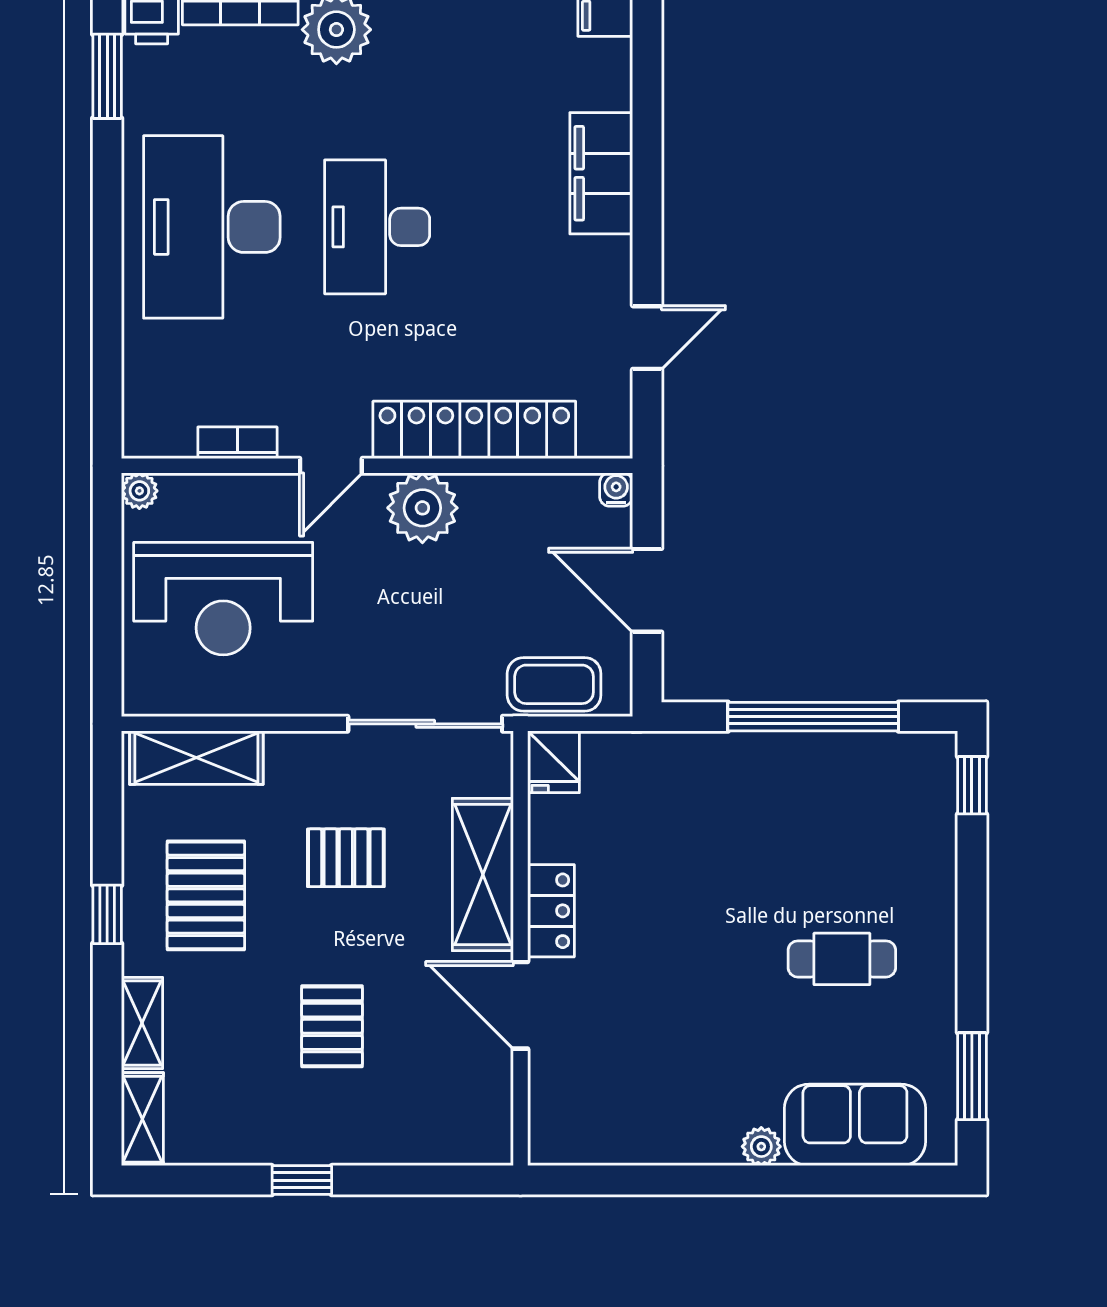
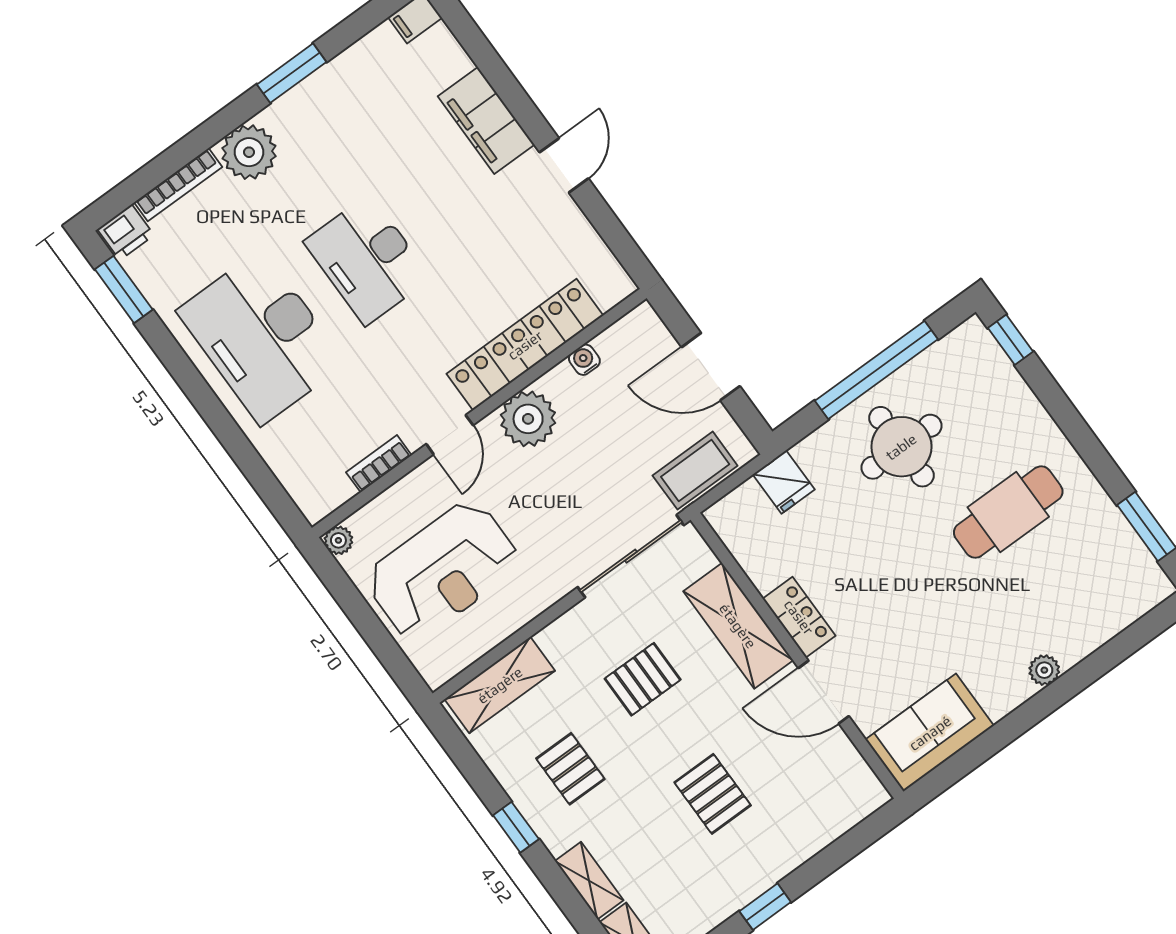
door: (647, 338) -> (564, 165), moved
water cooler: (616, 490) -> (584, 360), moved
fridge: (554, 762) -> (784, 482), moved
round table: (782, 813) -> (901, 447), added
pallet: (206, 895) -> (570, 769), width x0.67, depth x0.71
cafe table: (842, 959) -> (1008, 512), width x1.37, depth x1.35
sofa: (855, 1125) -> (930, 733), moved

